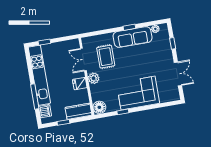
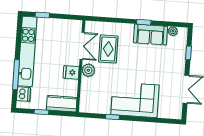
sofa: (133, 37) -> (150, 35), width x0.73
double door: (83, 60) -> (82, 46), swing flipped
floor lamp: (99, 107) -> (87, 105), removed

